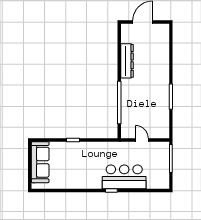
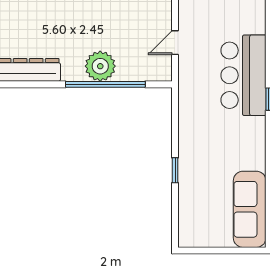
plant: (129, 100) -> (100, 66), added
sofa: (40, 162) -> (250, 209), moved, turned -90

